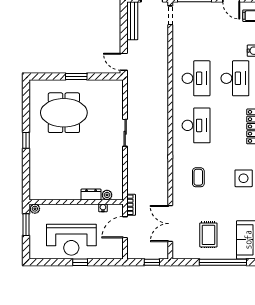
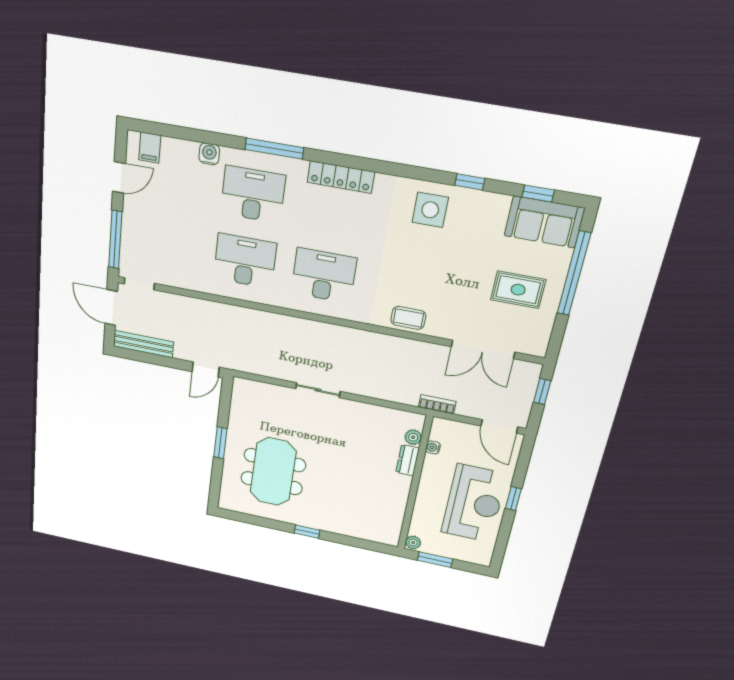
coffee table: (198, 177) -> (408, 318), moved
door: (125, 227) -> (499, 426), moved

